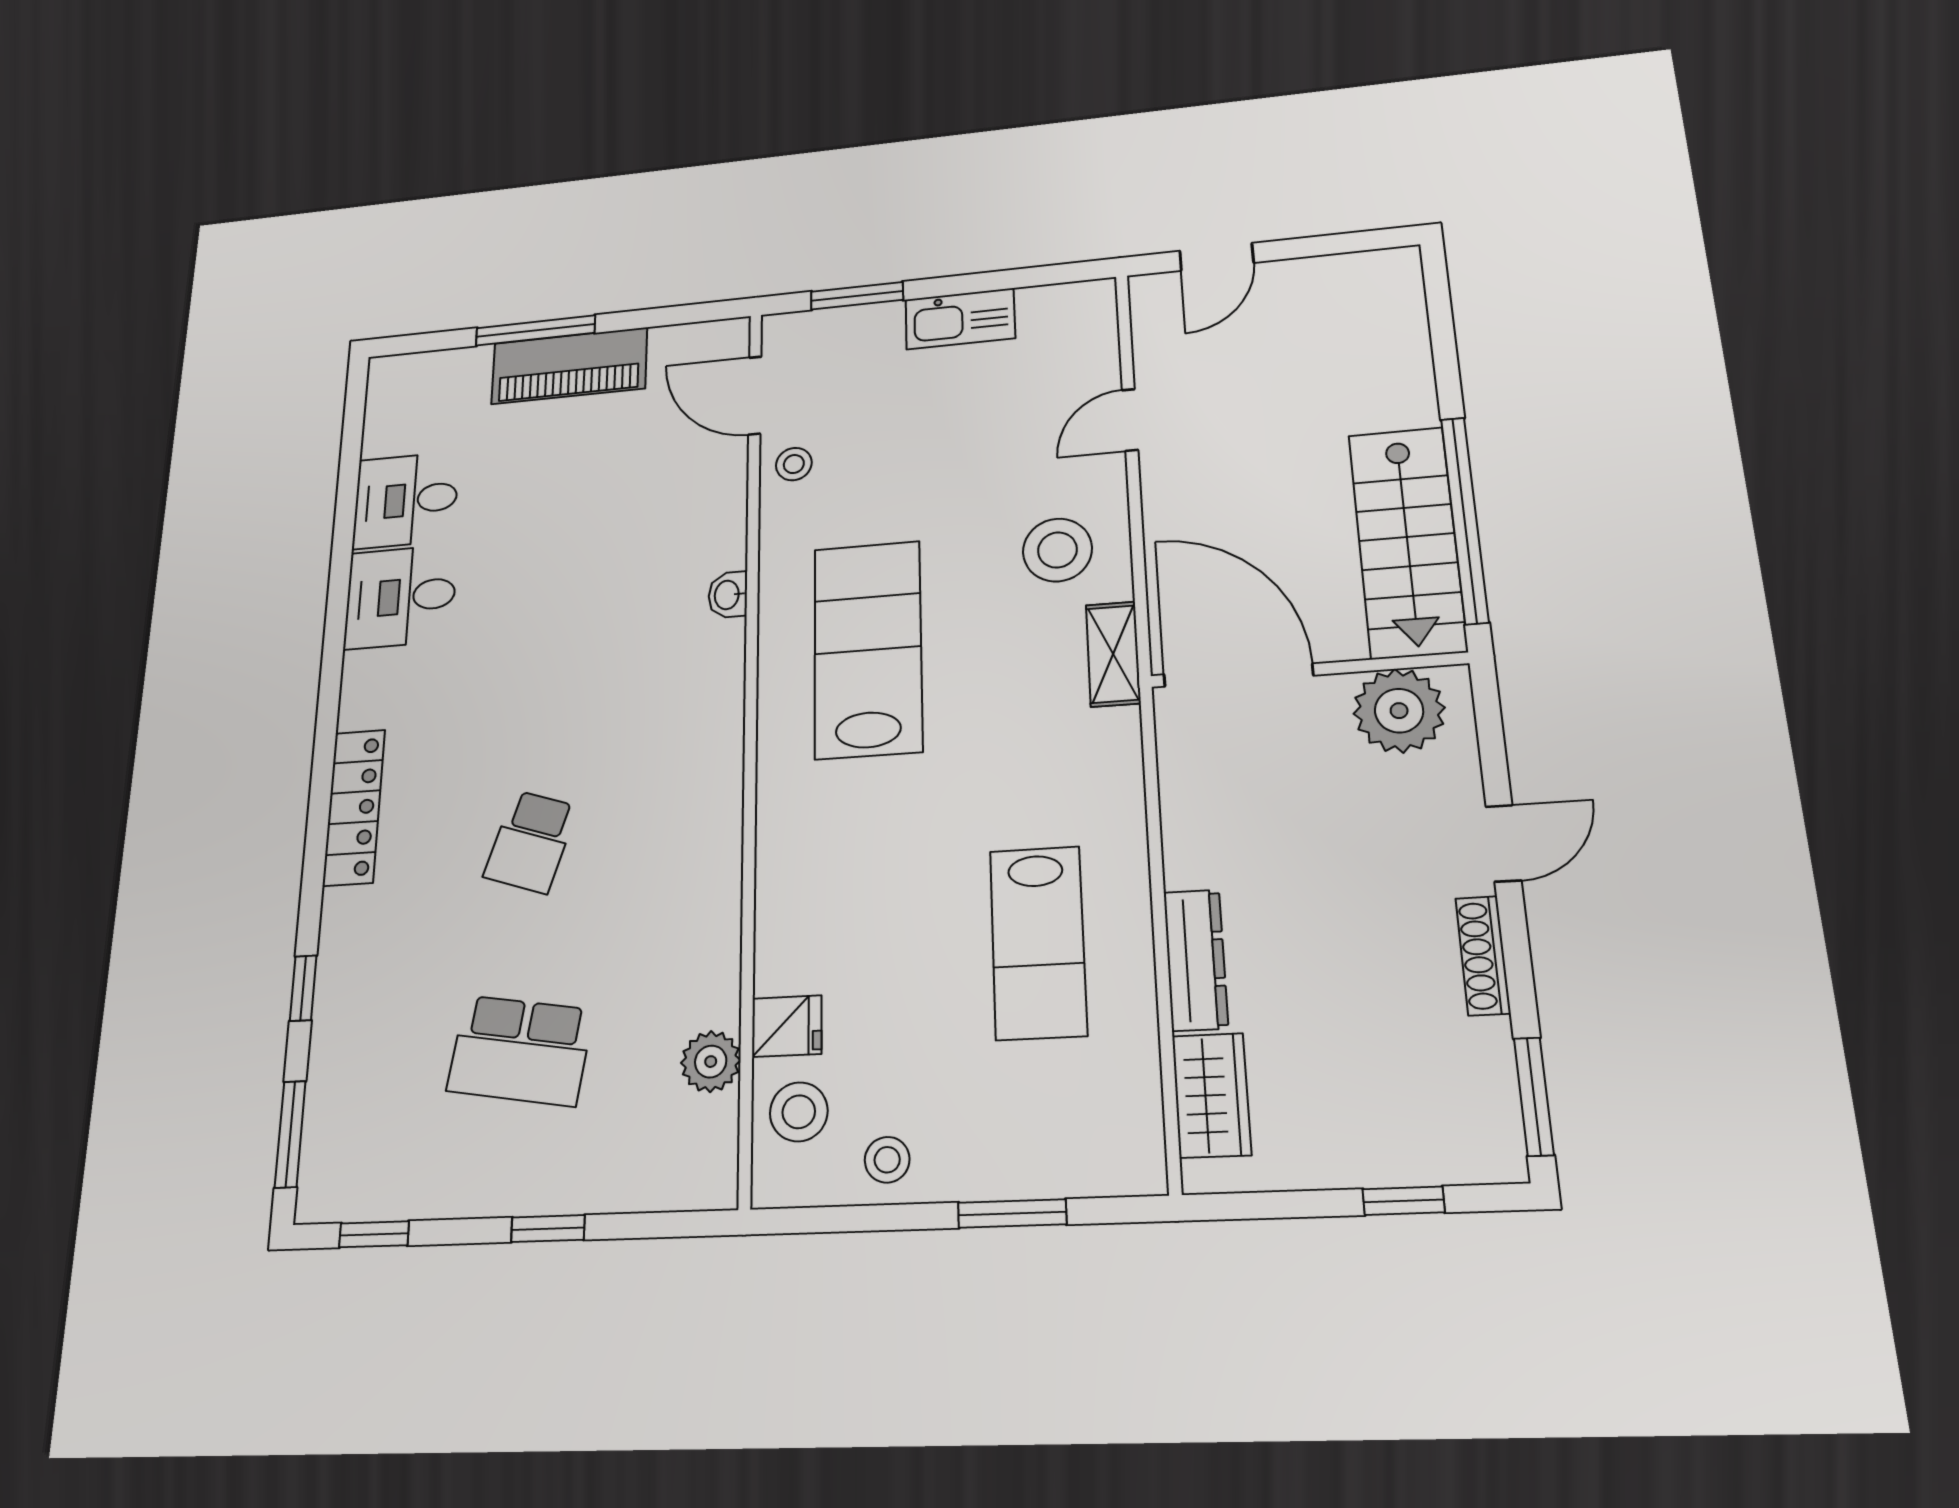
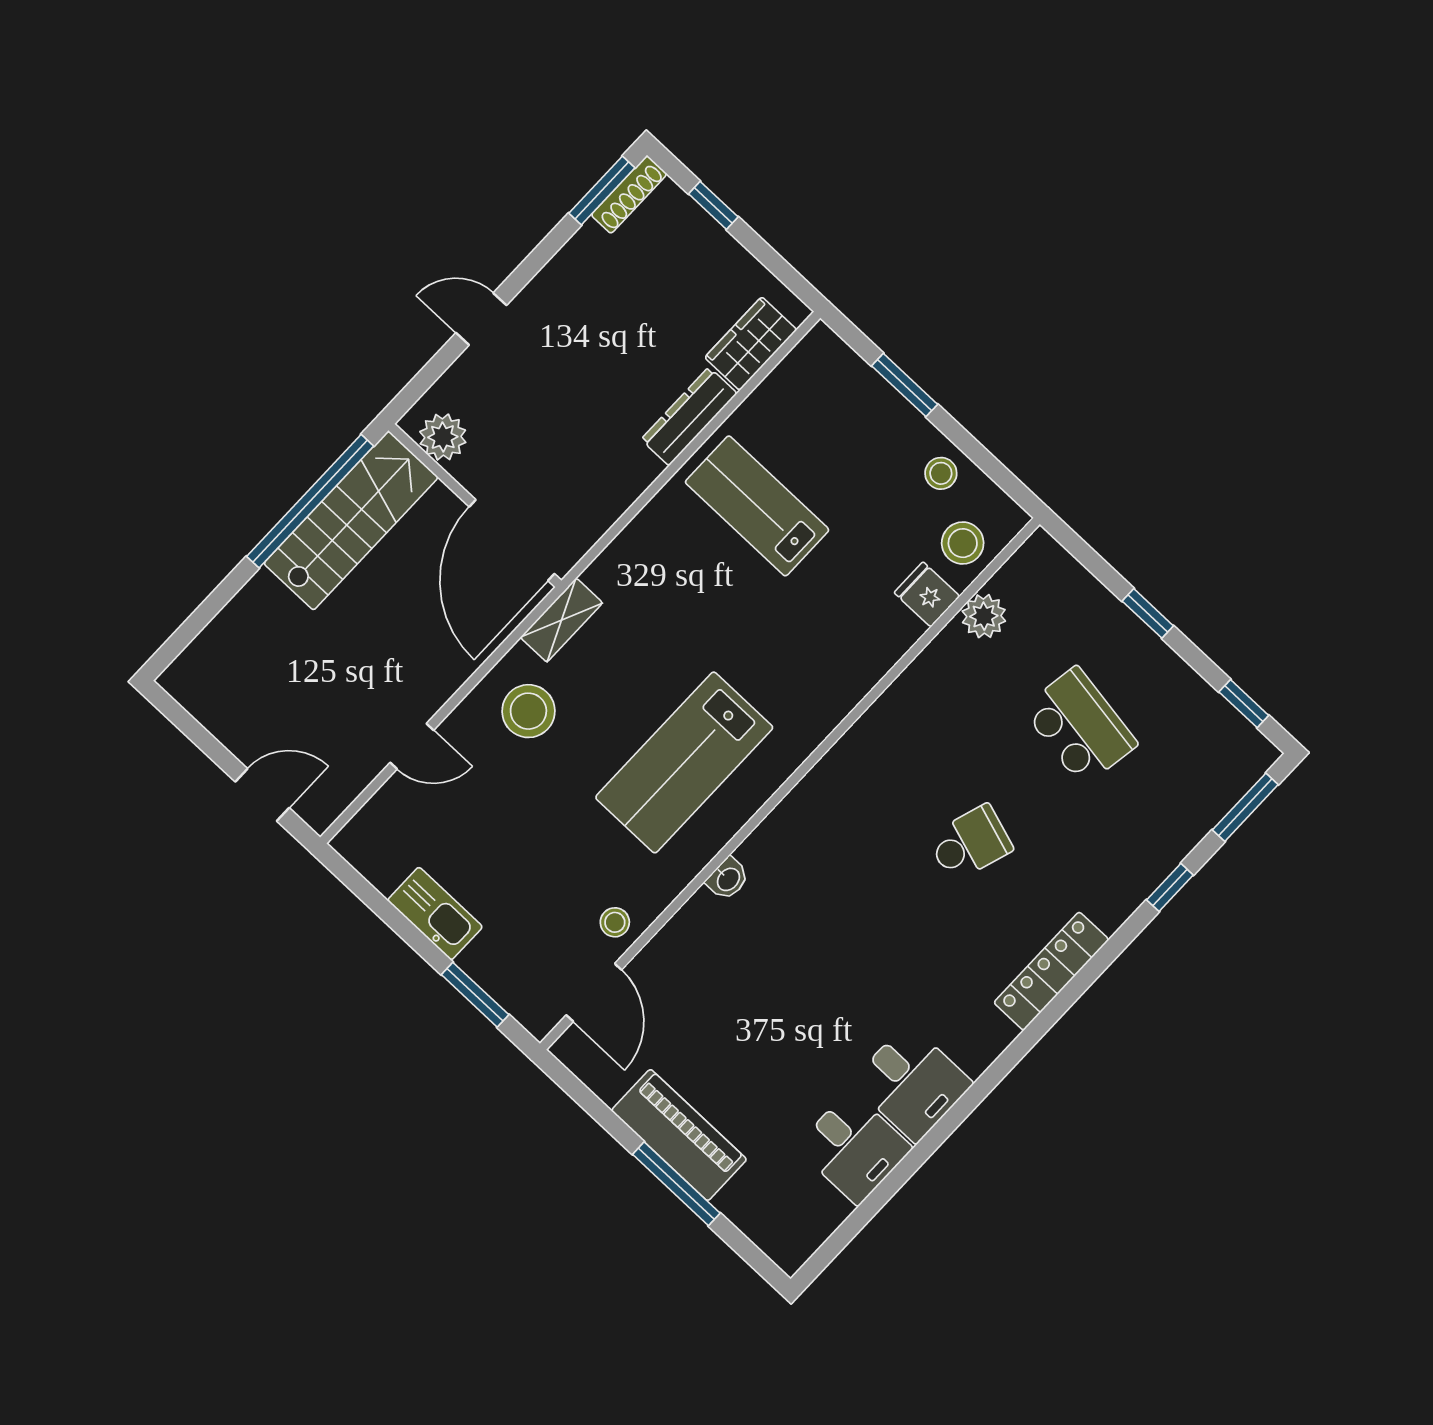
plant: (1399, 711) -> (443, 437), width x0.73, depth x0.73
lab bench: (1038, 942) -> (757, 506), turned -90
shoe rack: (1483, 956) -> (629, 194), moved

